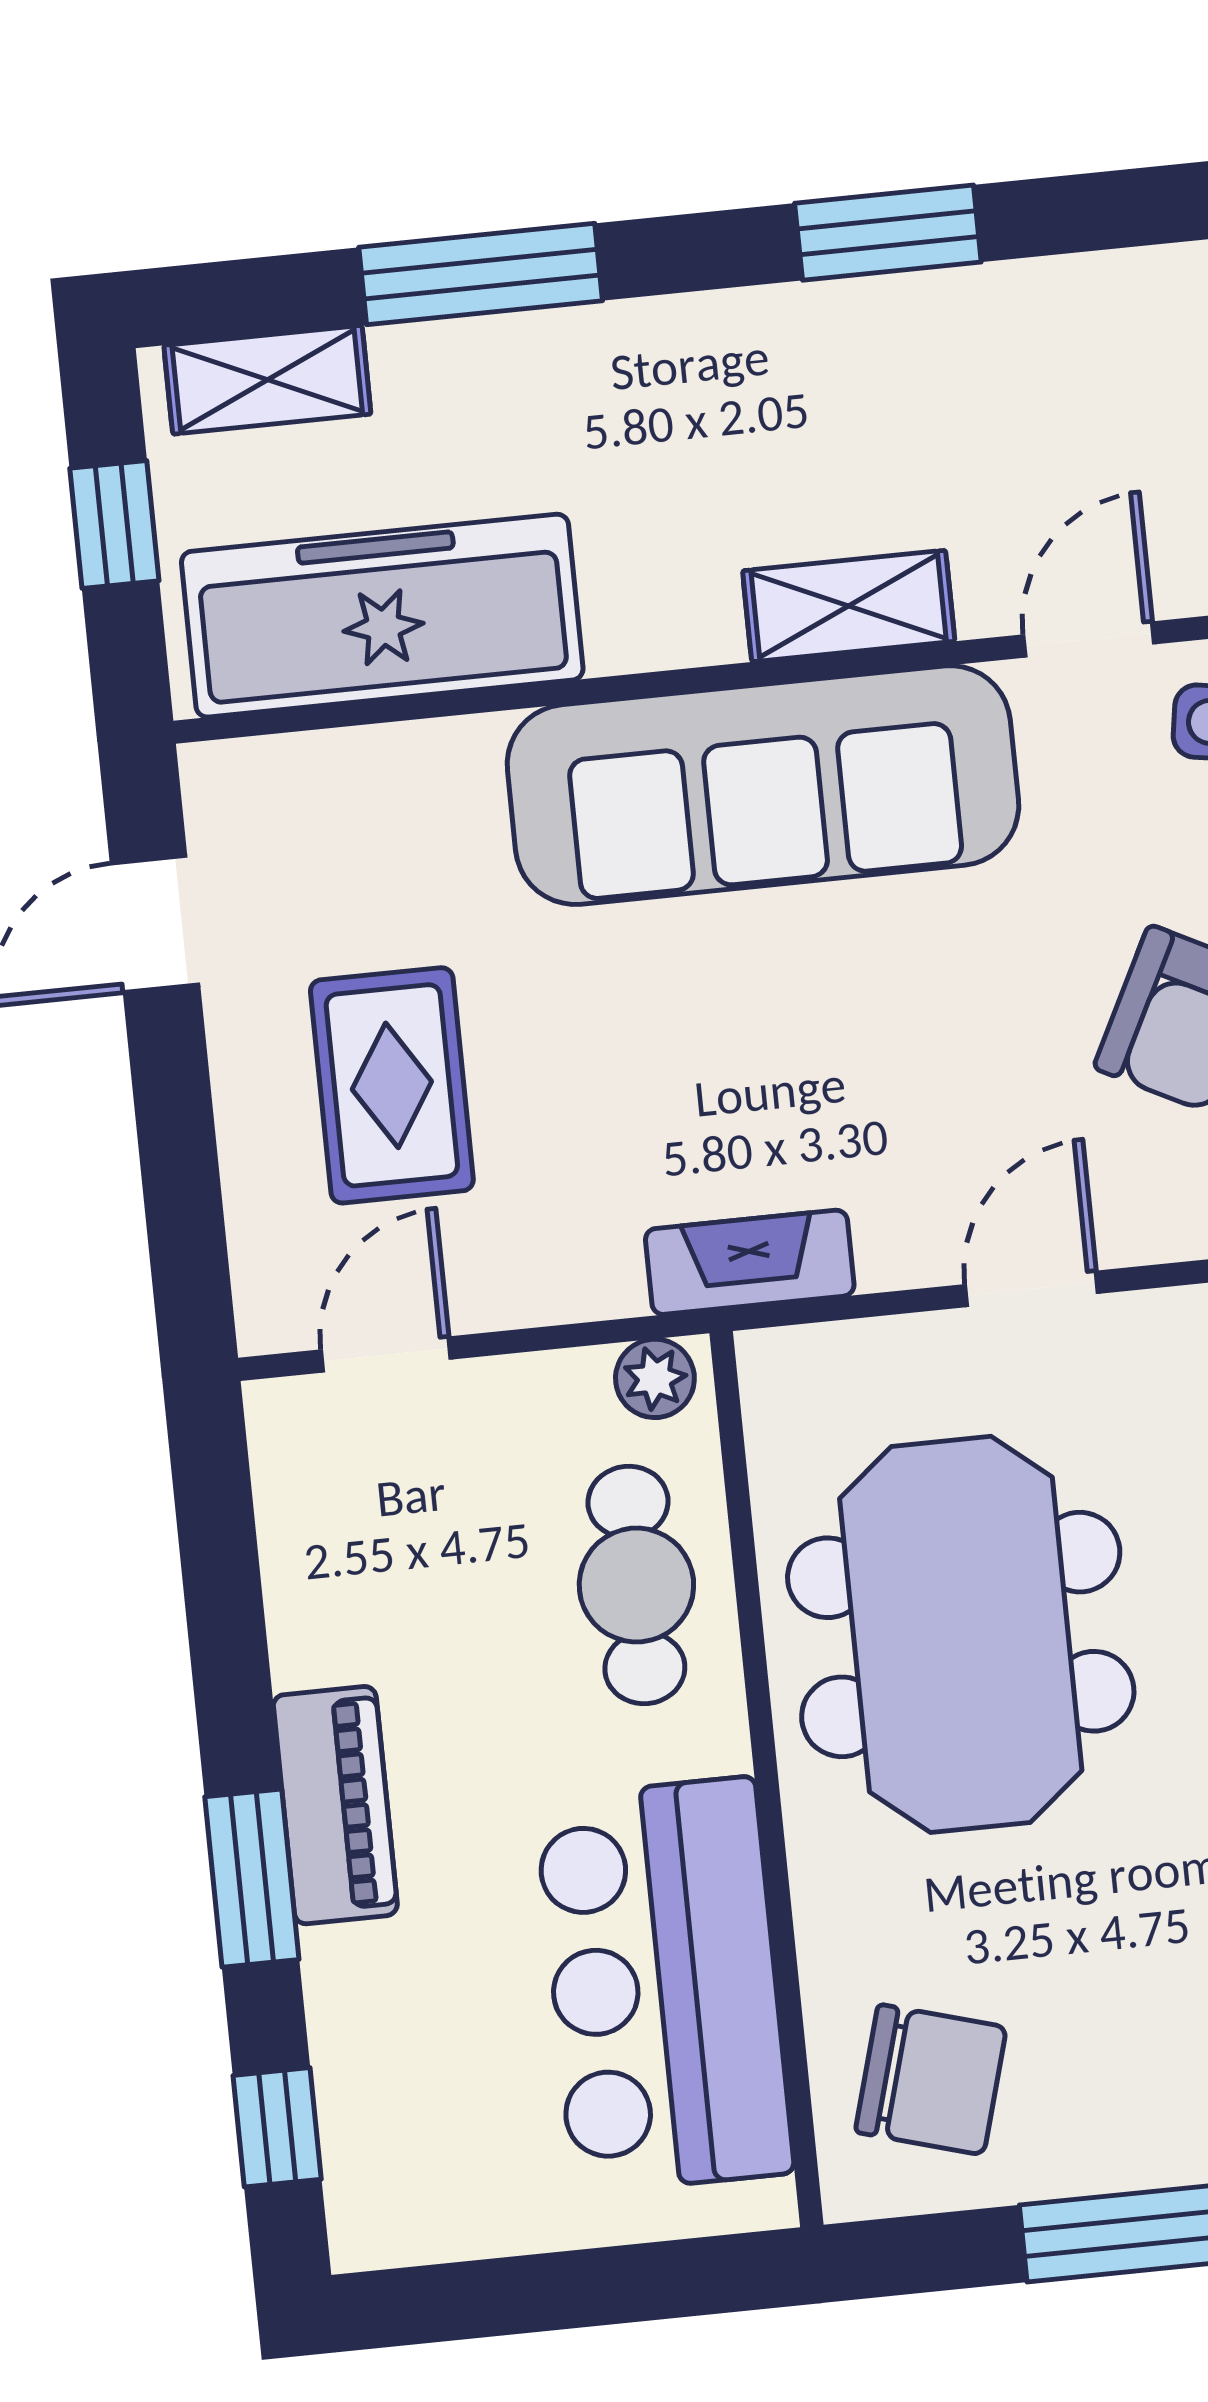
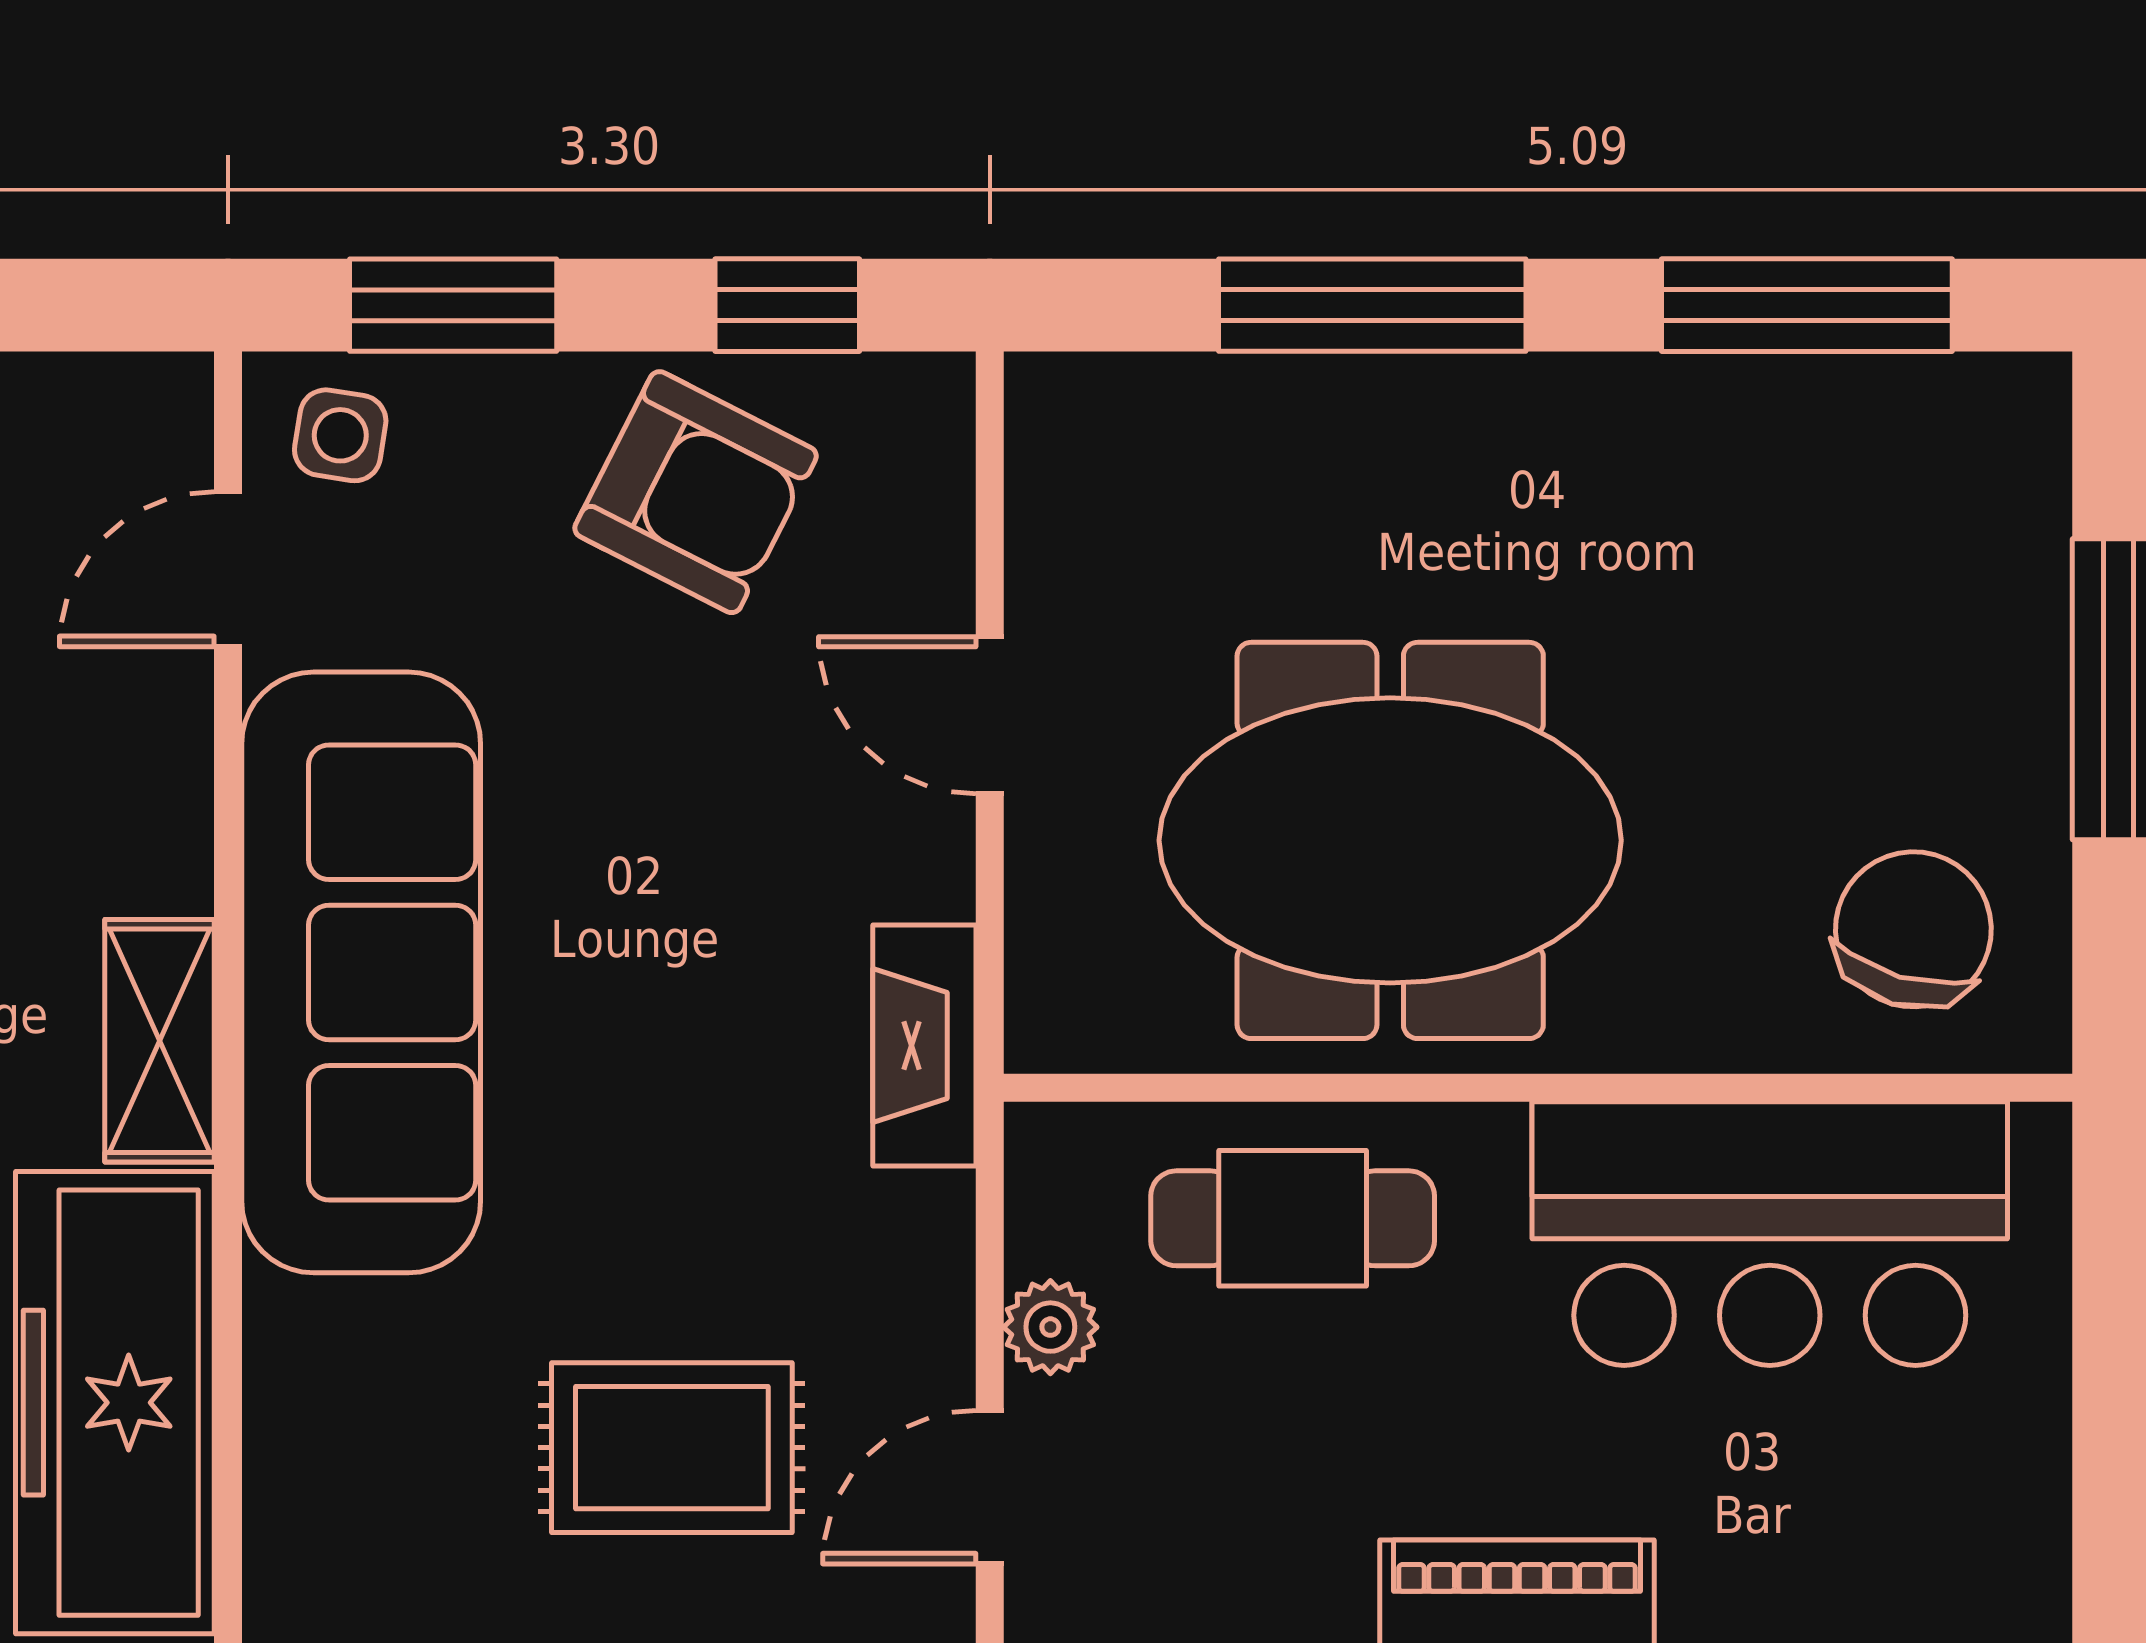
shelving: (849, 606) -> (160, 1041), moved
door: (1089, 639) -> (228, 569), hinge flipped
door: (386, 1355) -> (990, 1487), hinge flipped
plant: (655, 1378) -> (1050, 1327), moved

